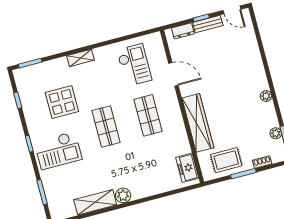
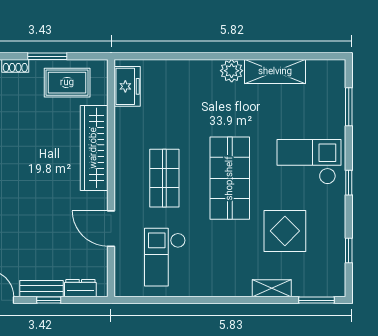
shelving: (81, 58) -> (272, 288), moved
shop shelf: (106, 127) -> (230, 178), width x1.43, depth x1.36

